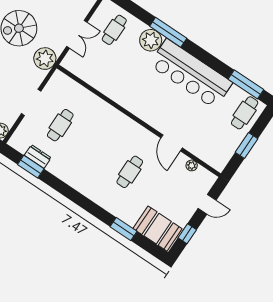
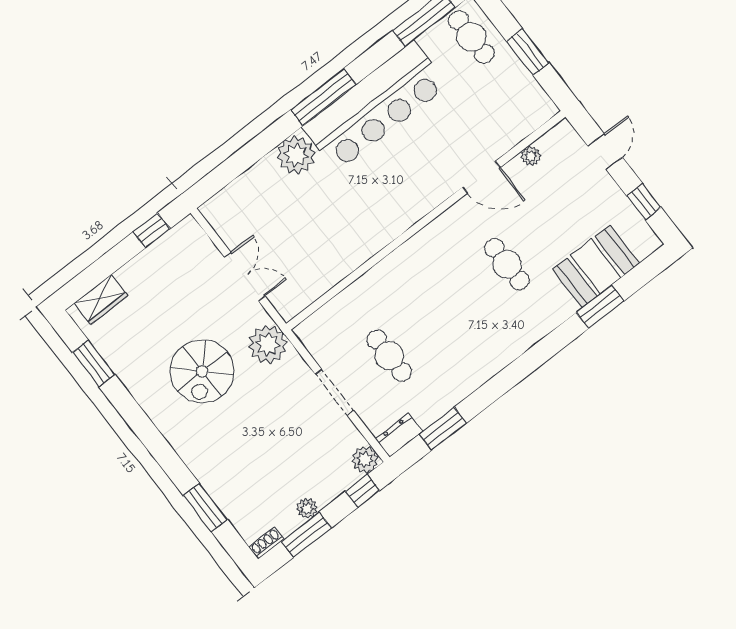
cafe table: (114, 30) -> (258, 211), removed
window: (168, 32) -> (323, 97), moved
dresser: (38, 157) -> (399, 435), moved
booth: (158, 229) -> (596, 266), moved

